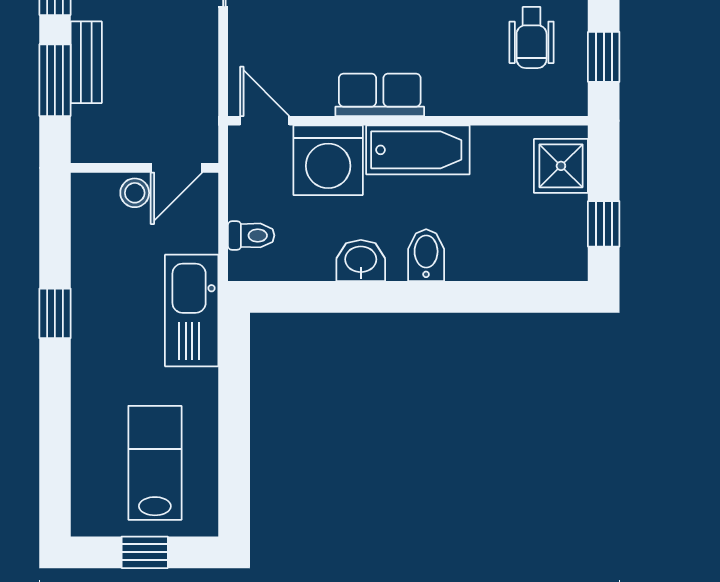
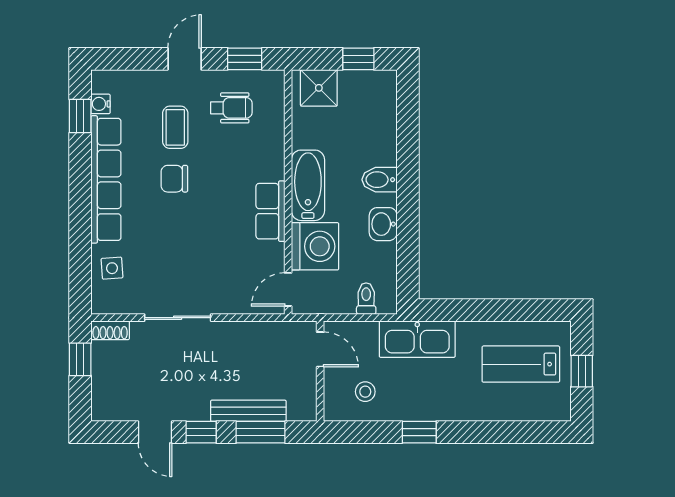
bench: (86, 62) -> (248, 411), width x1.36
stool: (135, 193) -> (365, 392), moved

